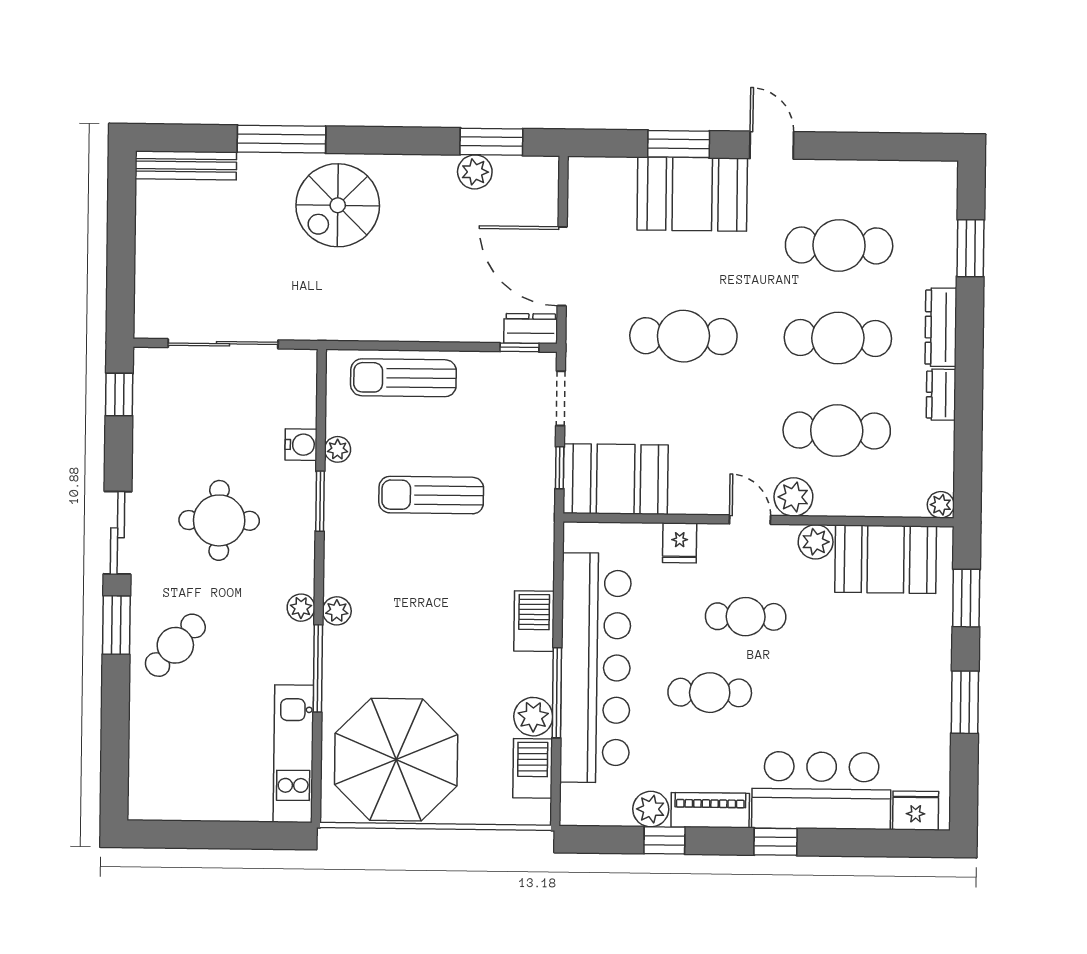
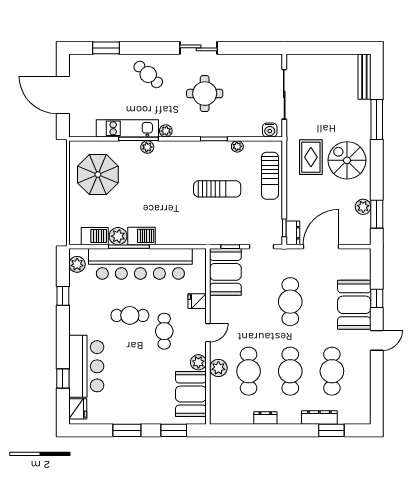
window: (679, 144) -> (377, 298), width x0.67
spiral stairs: (338, 205) -> (347, 160), moved
rug: (363, 286) -> (311, 157), added
dresser: (941, 327) -> (319, 418), moved
sun lounger: (403, 378) -> (270, 176), turned 180
window: (119, 394) -> (261, 48), removed
water cooler: (301, 445) -> (270, 130), moved
sun lounger: (431, 495) -> (217, 189), turned 90
plant: (793, 497) -> (218, 368), moved
plant: (941, 505) -> (216, 418), removed
plant: (337, 611) -> (147, 147), moved
barbecue: (534, 621) -> (142, 236), moved
window: (116, 625) -> (106, 48), moved
cafe table: (710, 693) -> (130, 315), turned 90
kitchen unit: (293, 754) -> (127, 128), moved
parasol: (396, 760) -> (98, 175), width x0.73, depth x0.73
plant: (651, 809) -> (77, 264), moved
piano: (710, 810) -> (77, 316), removed
door: (218, 835) -> (63, 95), added
window: (776, 842) -> (63, 378), moved

